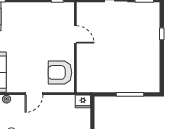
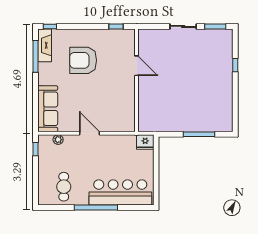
armchair: (60, 72) -> (83, 60), moved
door: (34, 94) -> (89, 133), swing flipped

